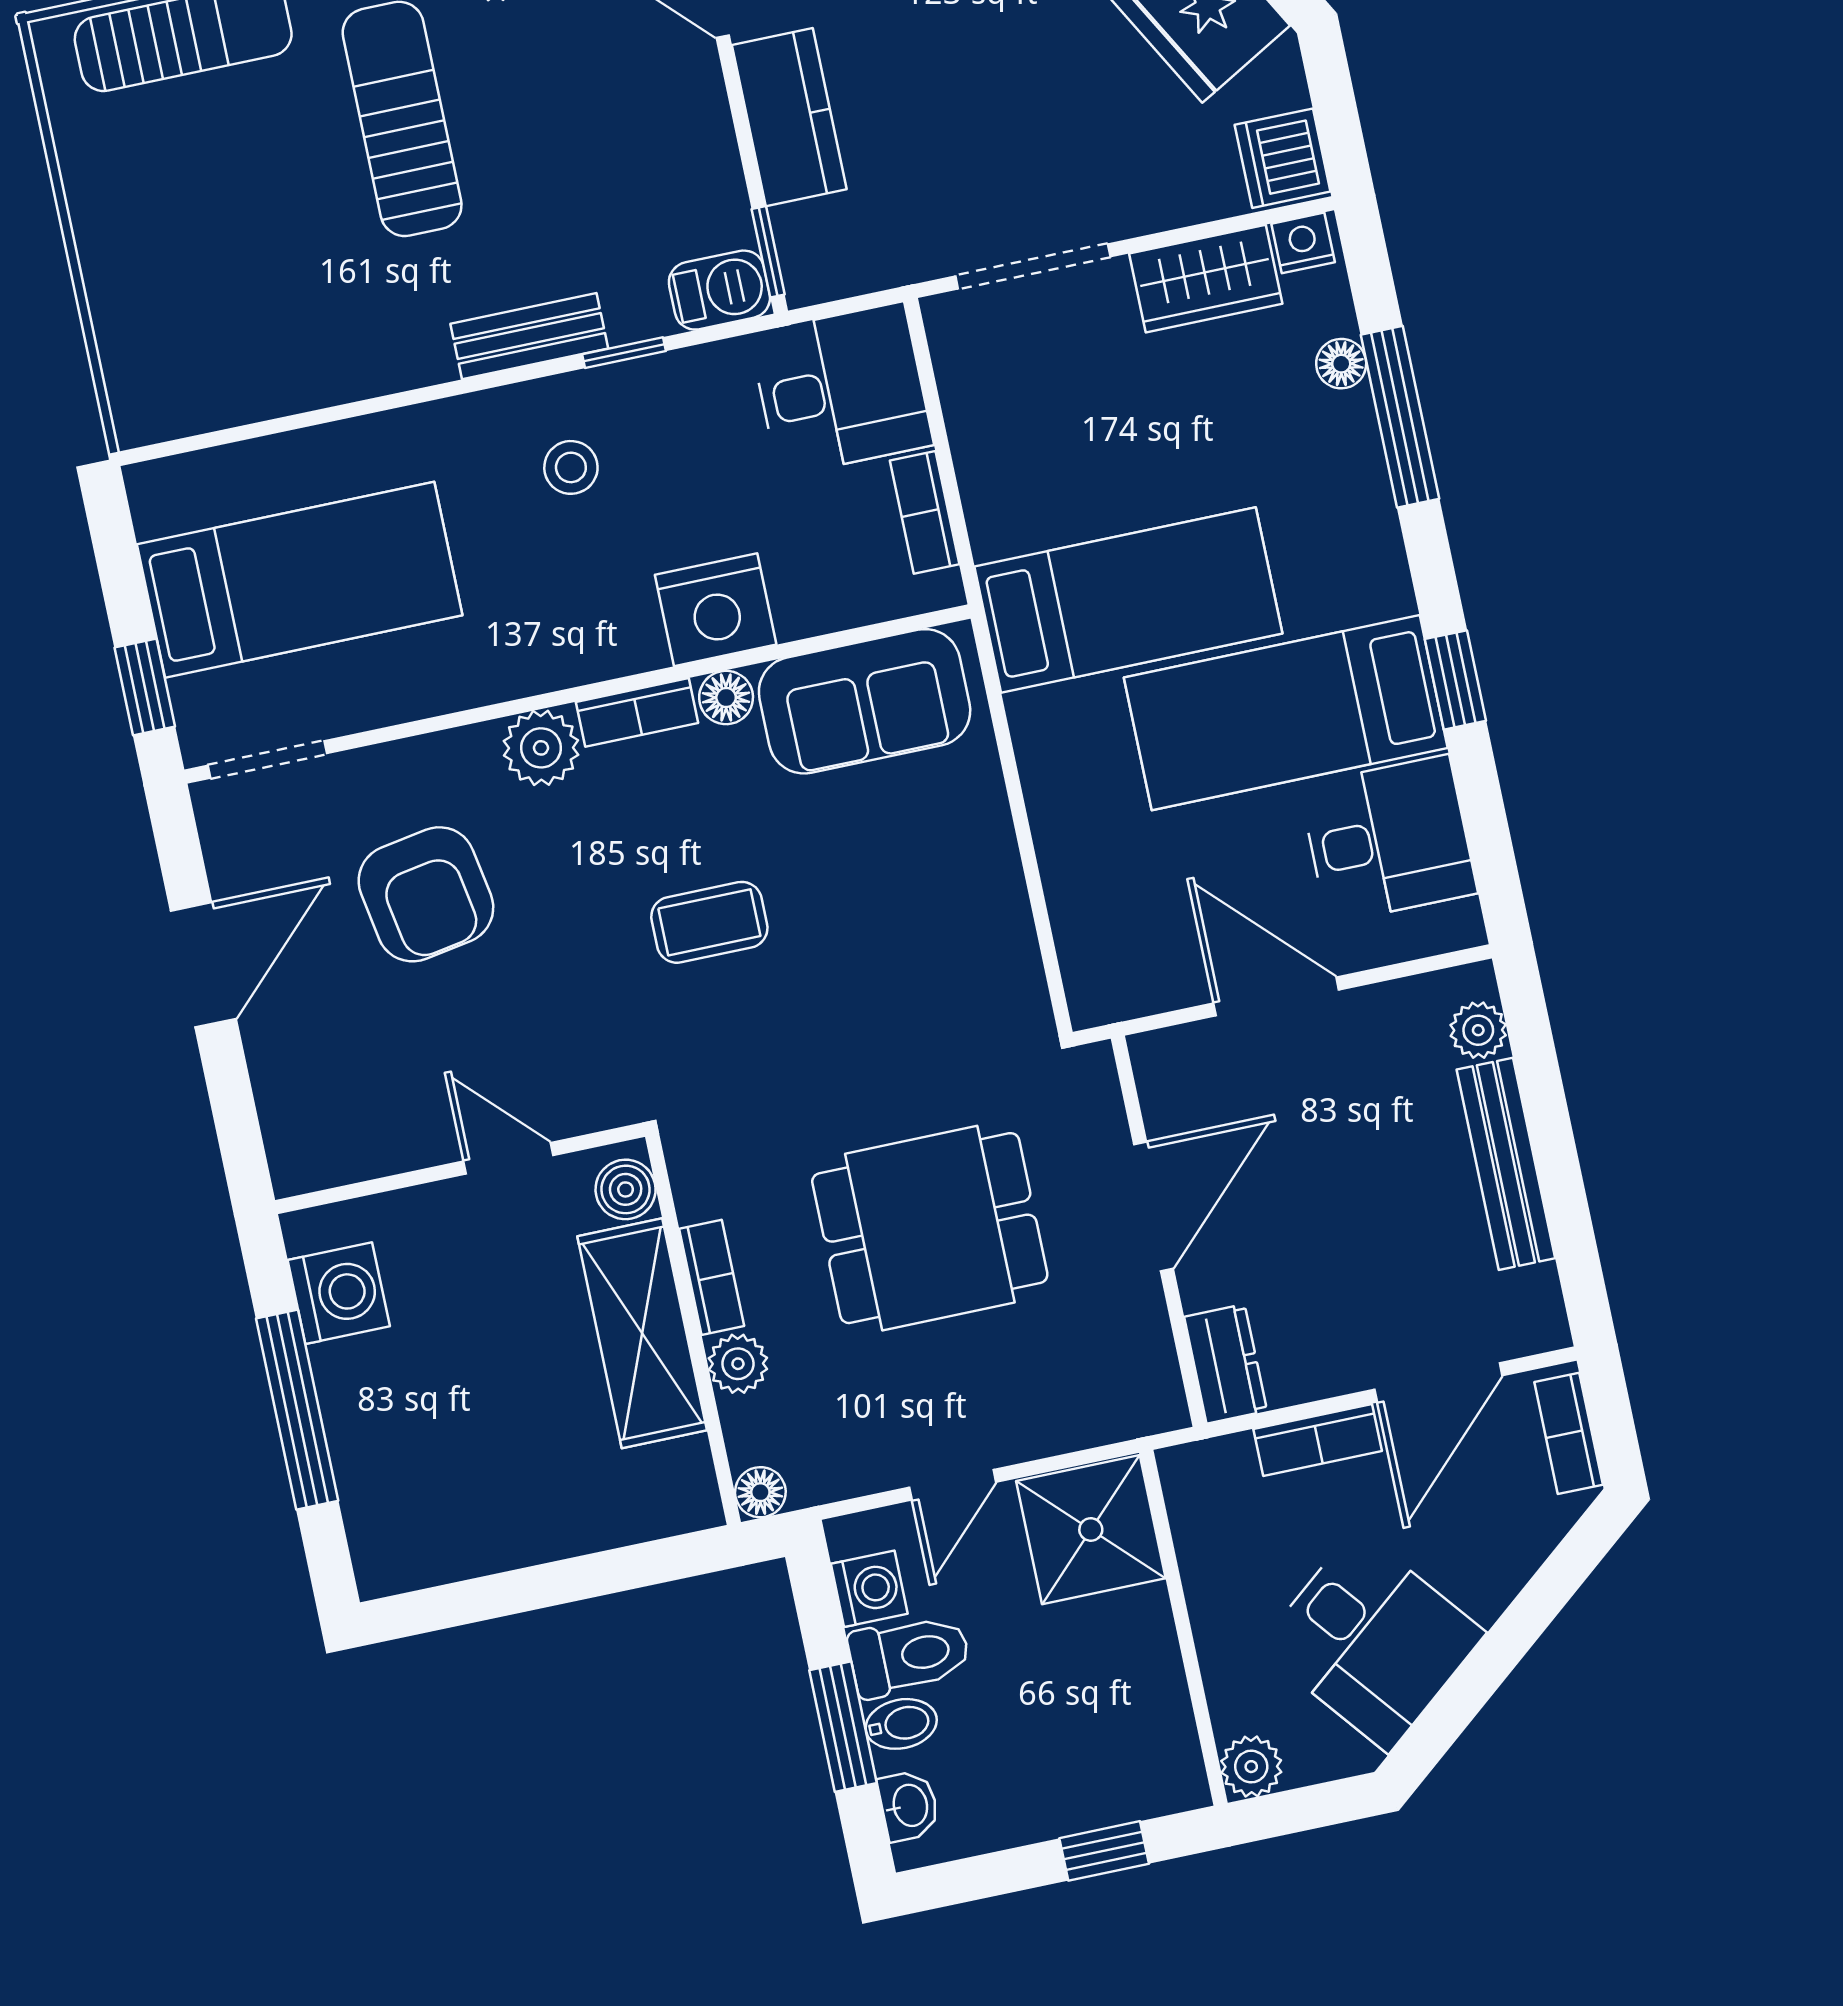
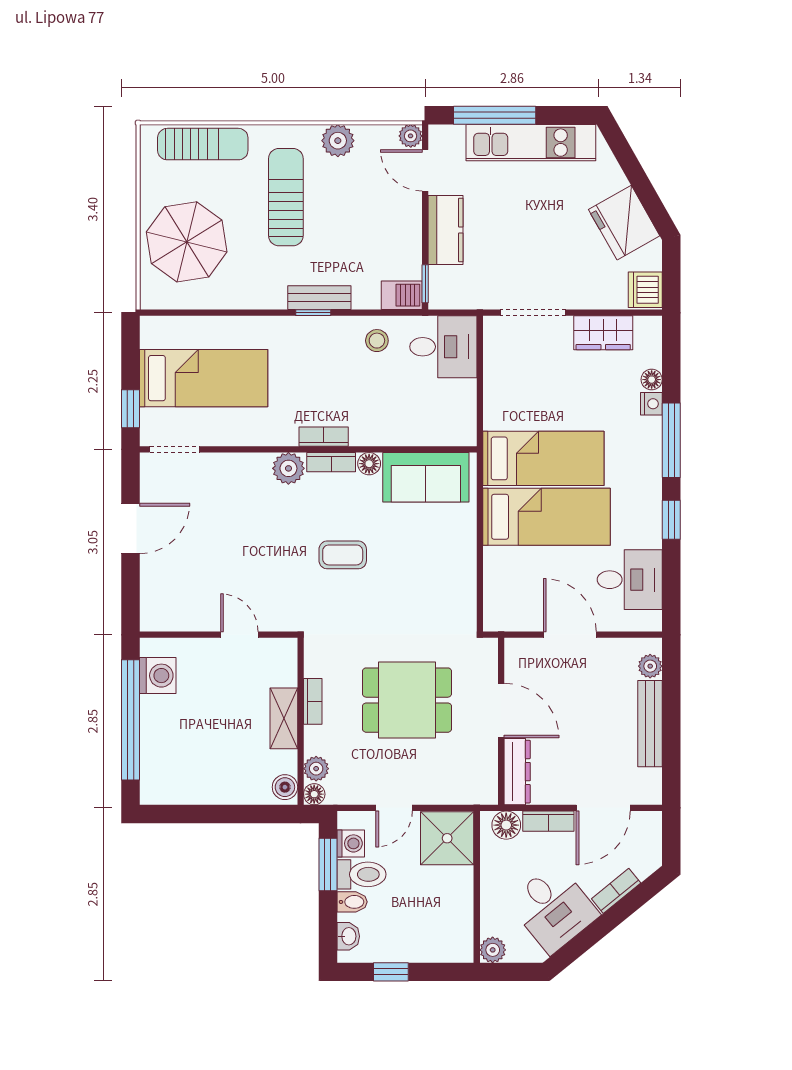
nightstand: (1303, 243) -> (651, 404), moved, turned 90
parasol: (194, 271) -> (187, 242), added
window: (624, 353) -> (313, 313), moved
window: (1400, 417) -> (671, 440), moved
stool: (571, 467) -> (377, 341), moved
bookcase: (925, 512) -> (324, 437), moved, turned 90
nightstand: (716, 610) -> (372, 427), removed
bed: (1286, 713) -> (546, 517), moved, turned 180
armchair: (426, 894) -> (228, 519), removed
boiler: (626, 1189) -> (285, 787), moved
door: (1154, 1206) -> (501, 711), hinge flipped
shelving: (642, 1333) -> (284, 718), width x0.67, depth x0.75
plant: (738, 1364) -> (316, 769), moved
dresser: (1226, 1364) -> (517, 772), width x1.44
window: (297, 1410) -> (130, 720), width x1.46
bookcase: (1569, 1433) -> (616, 891), moved, turned 51
floor lamp: (1222, 1470) -> (506, 825), added
window: (843, 1727) -> (328, 865), moved
window: (1104, 1851) -> (391, 972), moved

